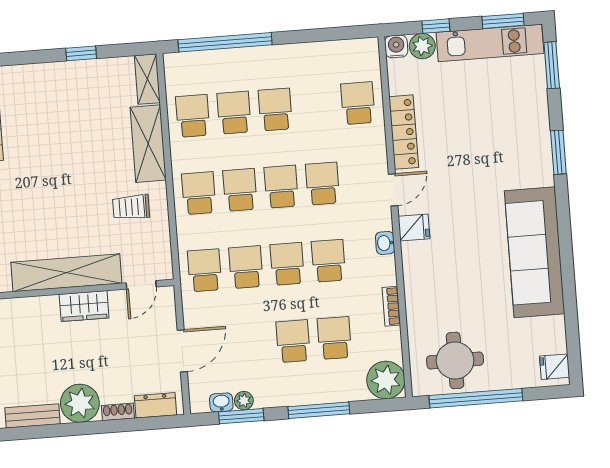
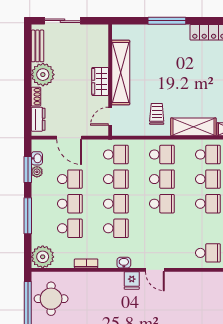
locker: (404, 132) -> (189, 279), removed
school desk: (323, 184) -> (70, 179), moved
door: (141, 285) -> (110, 116), hinge flipped

